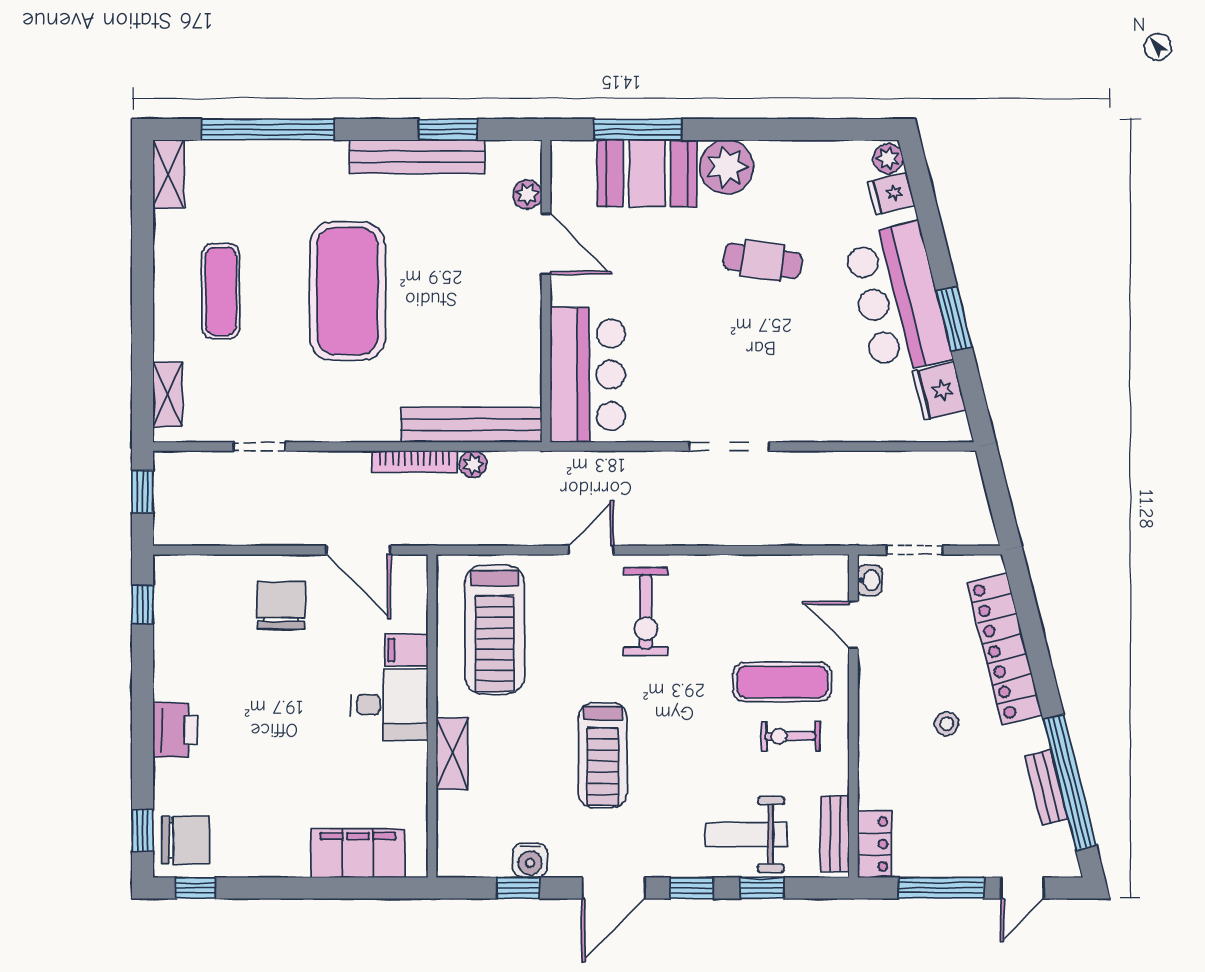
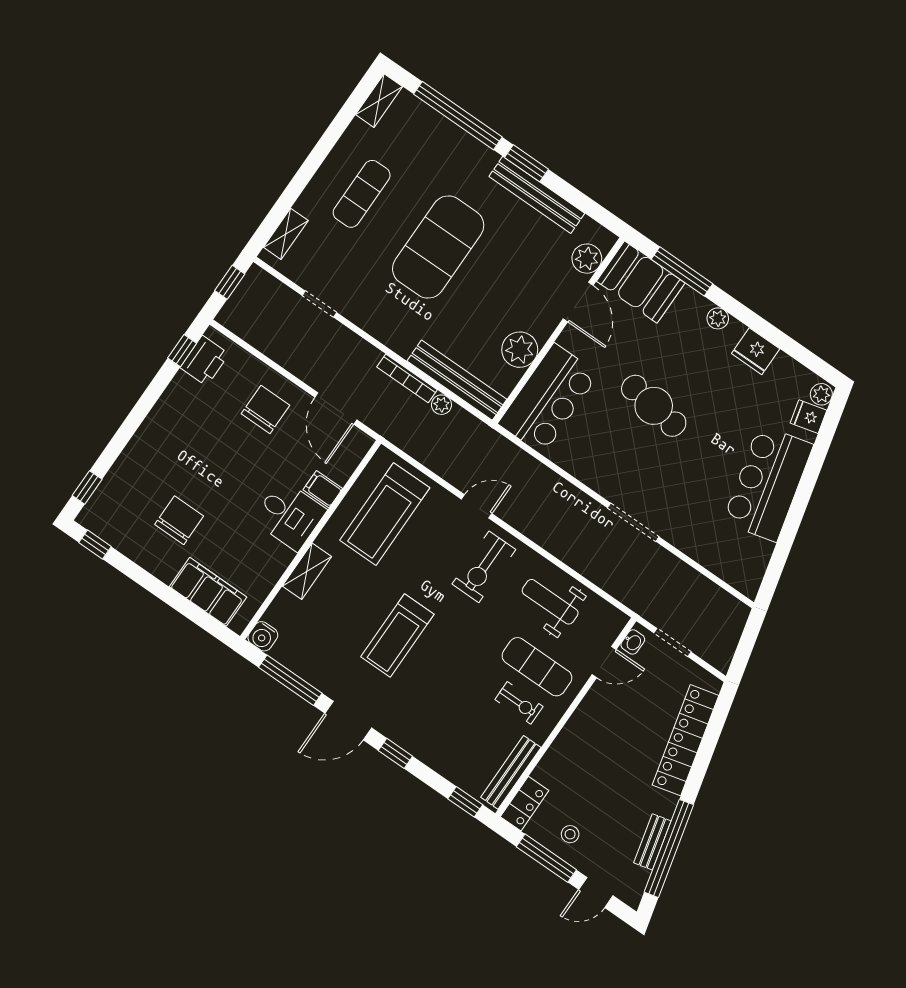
window: (448, 129) -> (527, 163), moved
plant: (727, 167) -> (718, 318), width x0.53, depth x0.53
booth: (647, 173) -> (641, 282), moved
plant: (527, 194) -> (587, 259), width x1.38, depth x1.38
cafe table: (763, 261) -> (654, 406), moved, width x1.37, depth x1.35
window: (954, 319) -> (794, 519), removed
plant: (518, 342) -> (520, 350), added
fridge: (939, 391) -> (756, 351), moved, turned -76
doorway: (729, 447) -> (633, 522), moved
door: (853, 625) -> (604, 662), swing flipped
stool: (947, 724) -> (570, 834), moved
printer: (175, 730) -> (205, 361), moved
exercise bike: (790, 736) -> (519, 703), turned 180
bench: (835, 834) -> (511, 772), width x1.36
weight bench: (746, 835) -> (550, 602), moved
chair: (185, 840) -> (179, 520), moved, turned -90
water cooler: (530, 860) -> (263, 636), moved
window: (518, 888) -> (290, 680), width x2.17
window: (762, 888) -> (465, 802), moved

